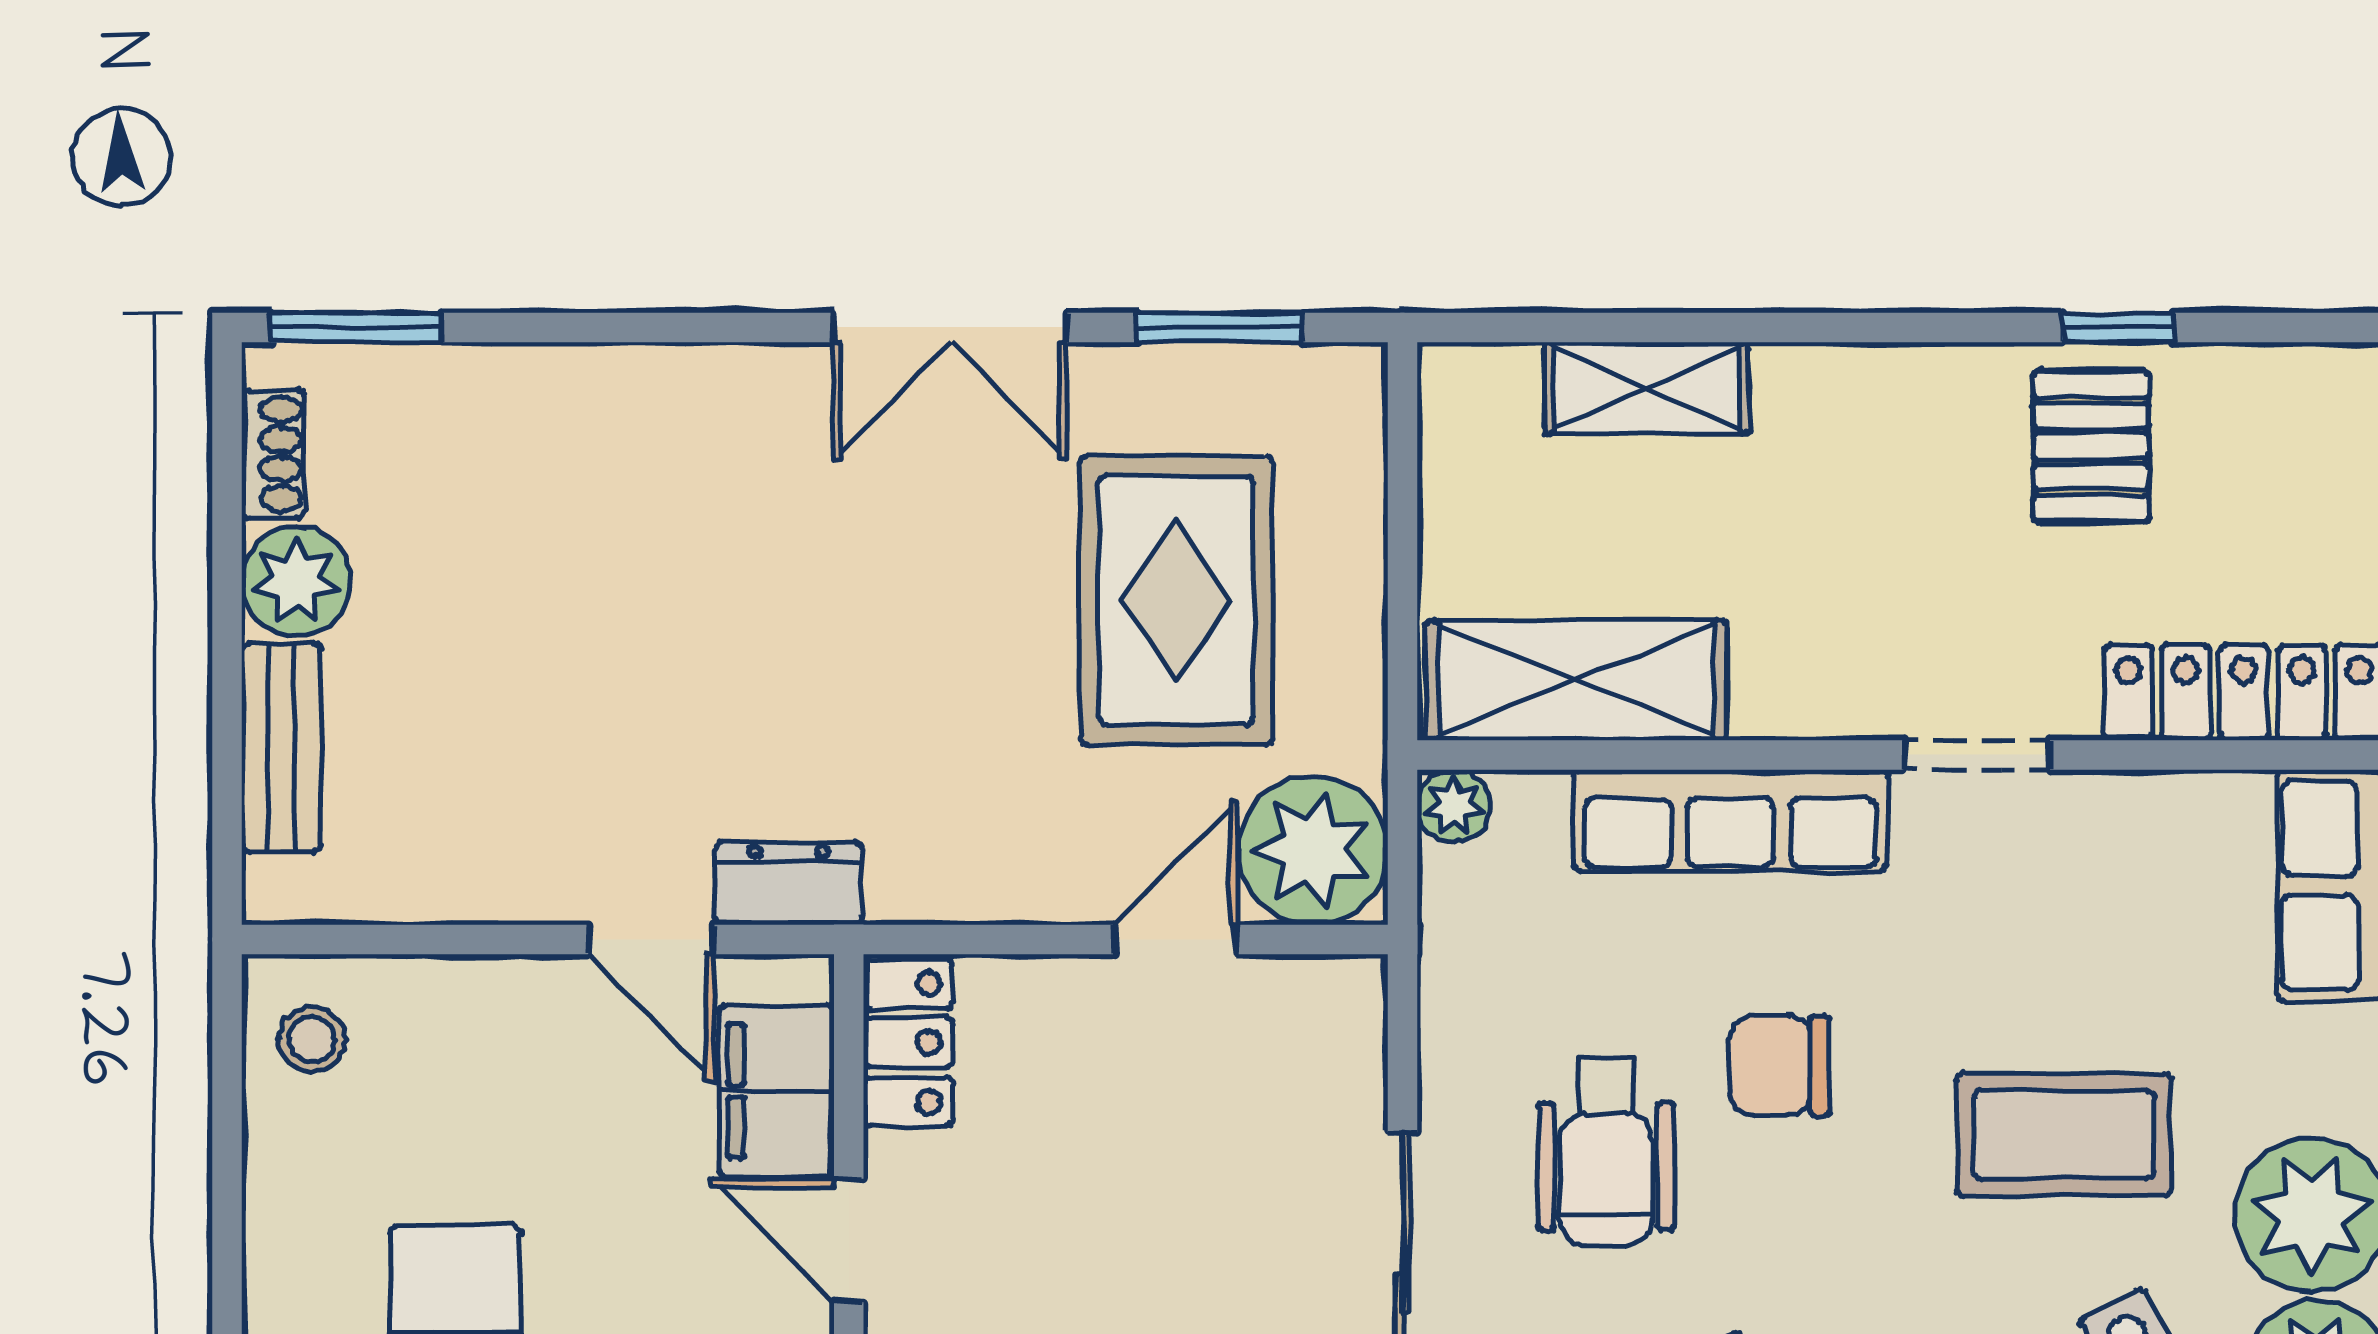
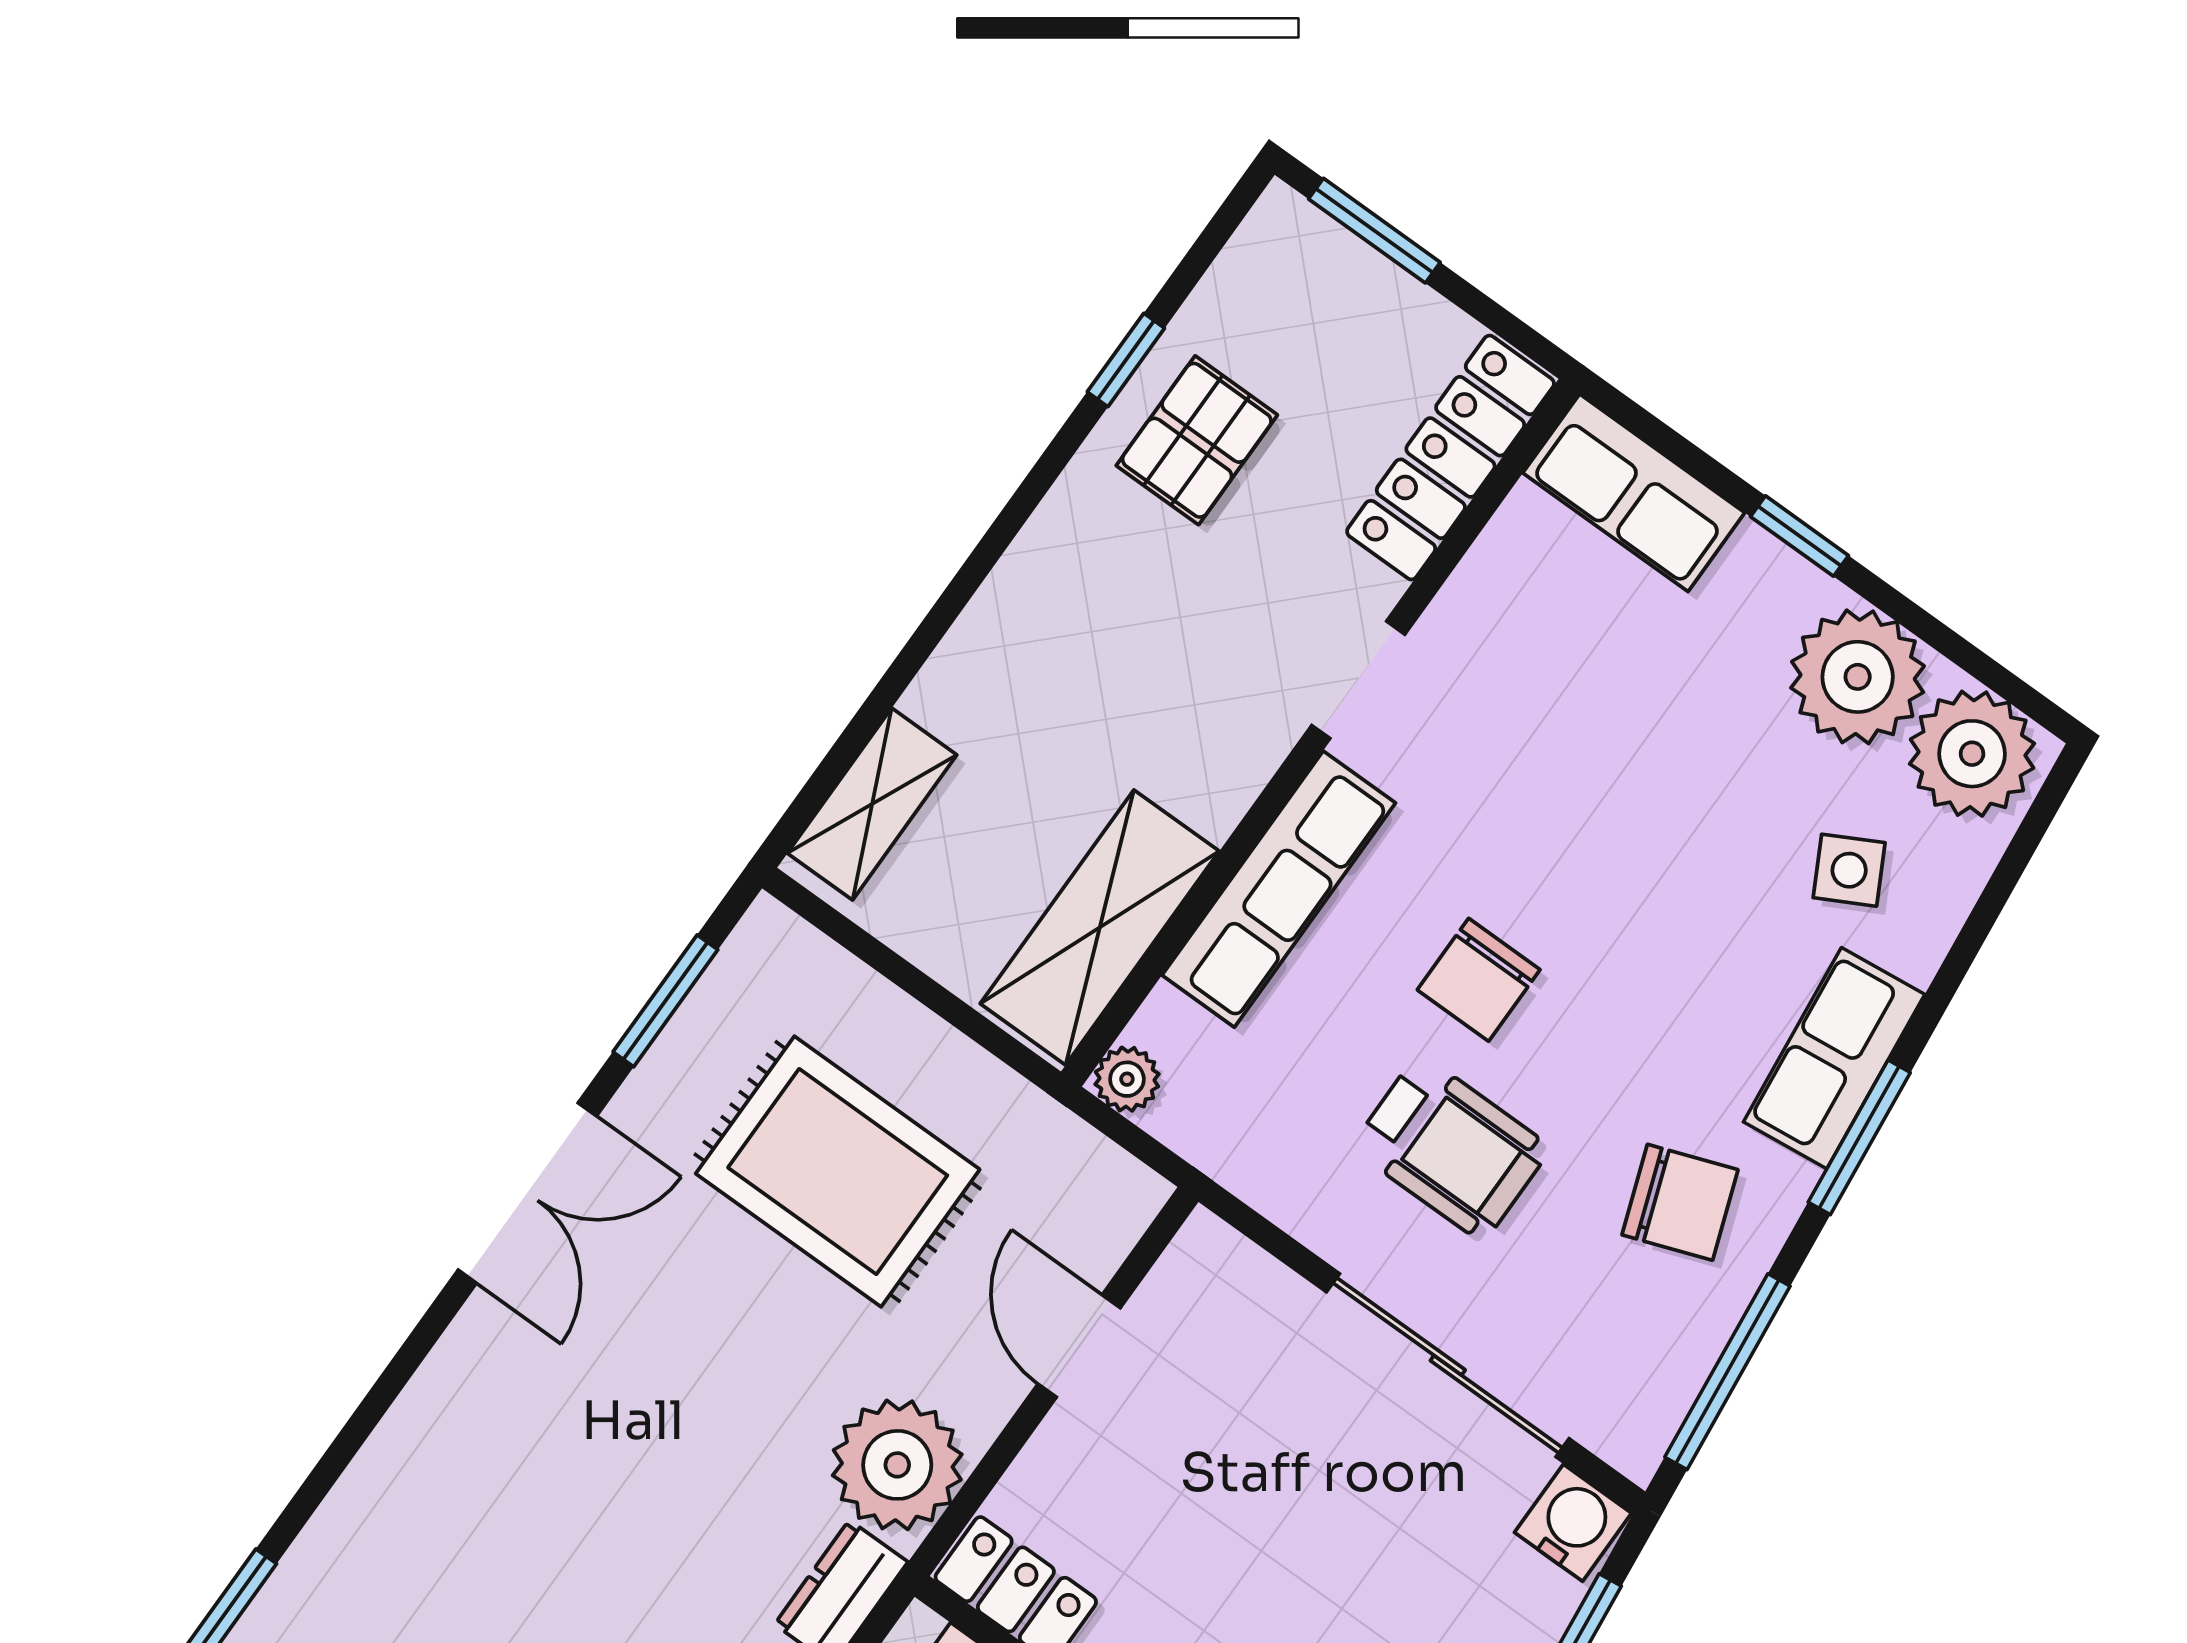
shelving: (1647, 388) -> (872, 804), moved
pallet: (2091, 446) -> (1197, 440), turned 90
plant: (1313, 850) -> (897, 1465), moved
coffee table: (2064, 1135) -> (1674, 812), removed

